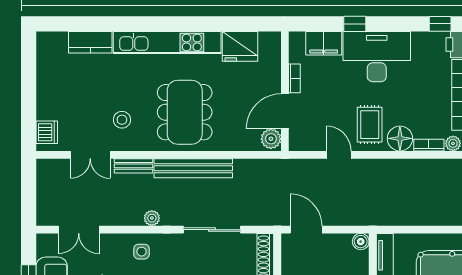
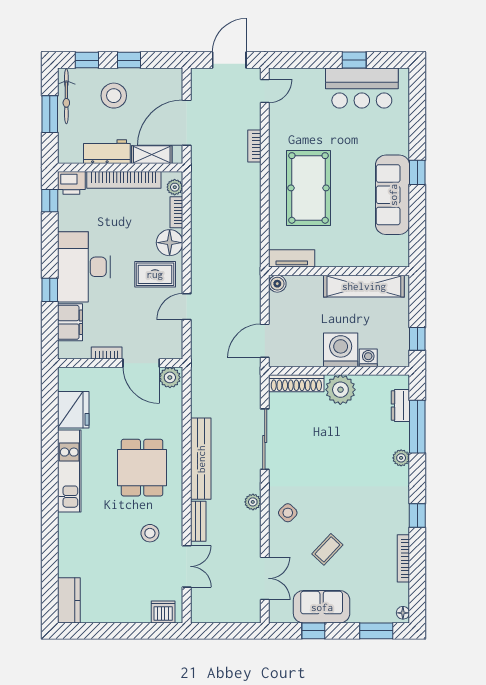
kitchen counter: (90, 42) -> (69, 600), moved
kitchen unit: (167, 42) -> (69, 471), width x0.73
dining table: (185, 112) -> (142, 468), width x0.73
side table: (141, 252) -> (288, 513), turned 45

